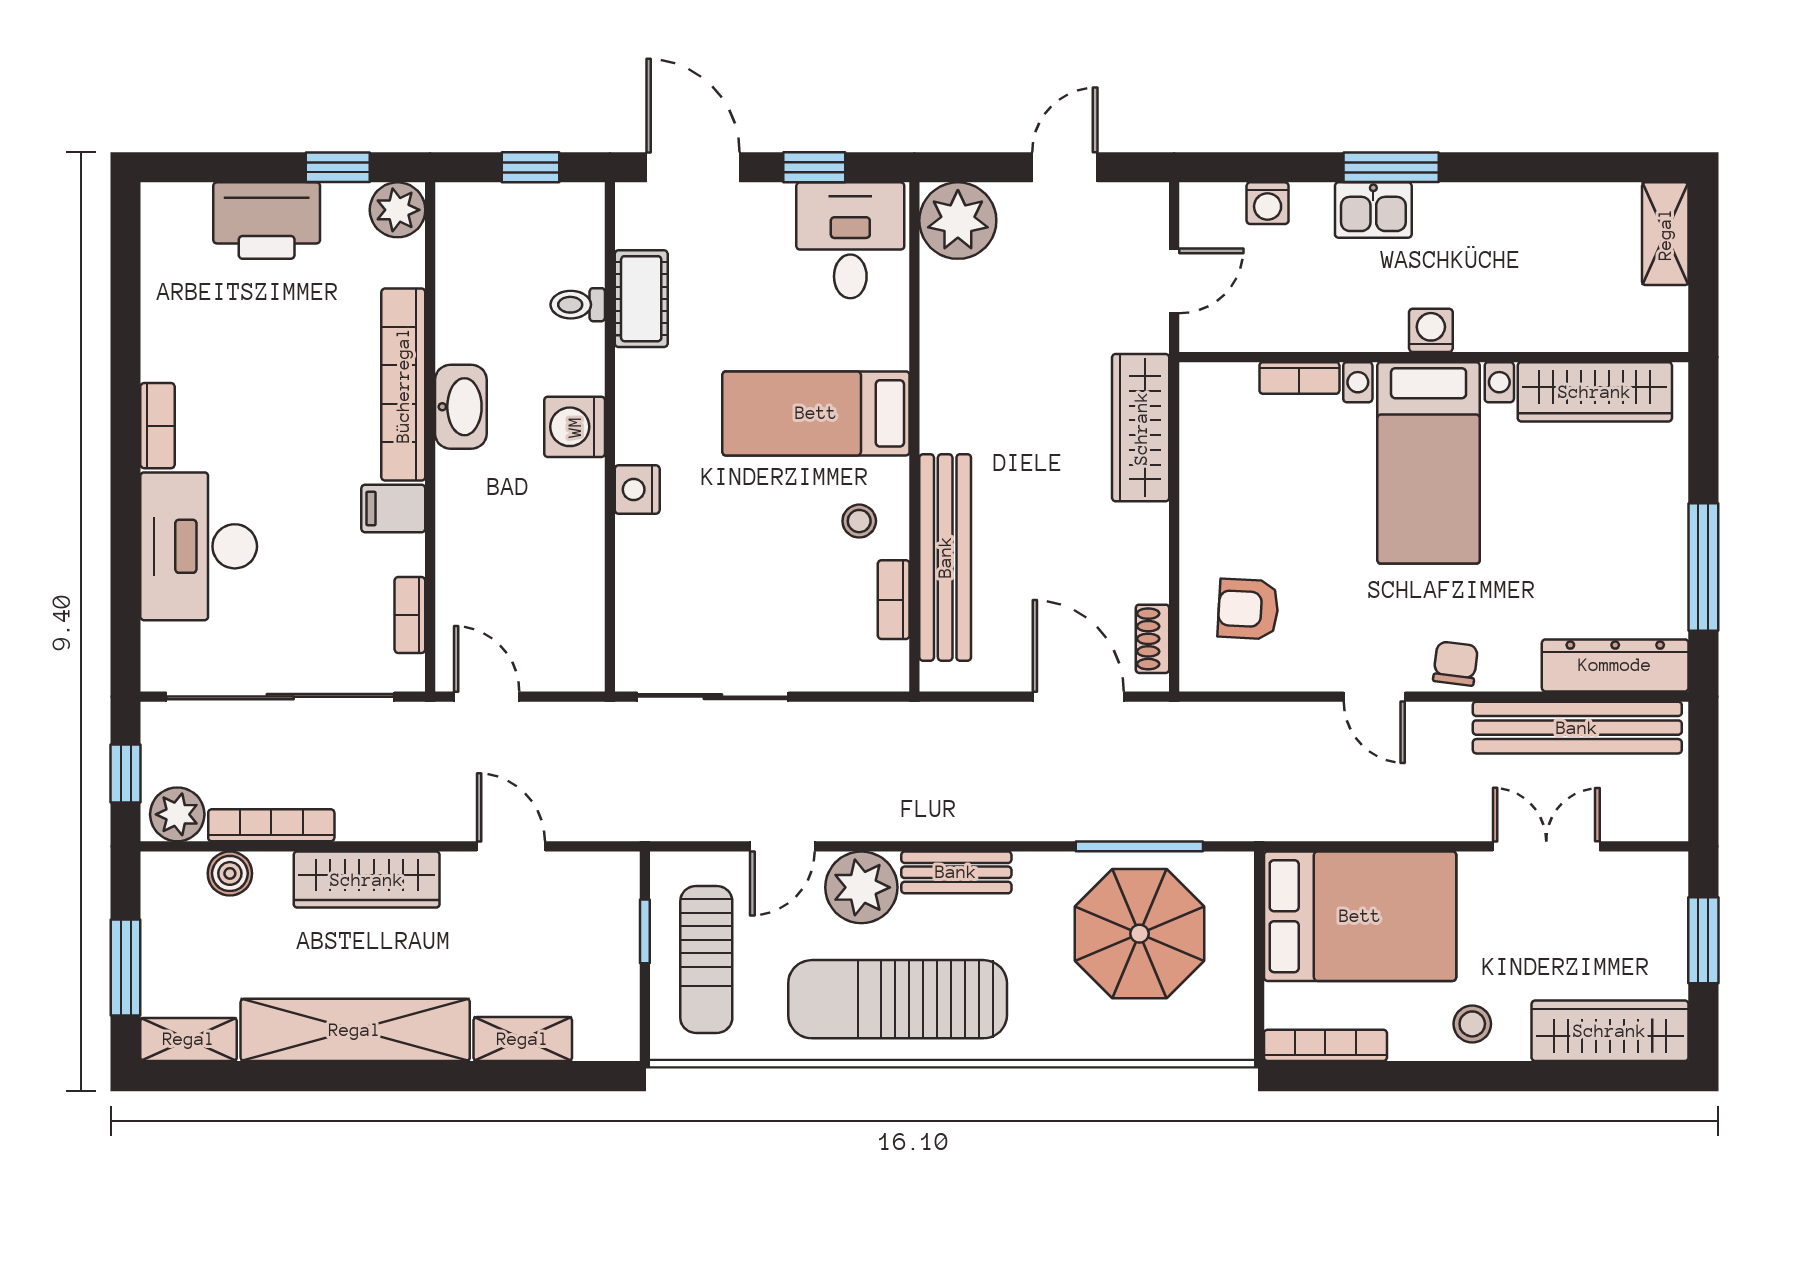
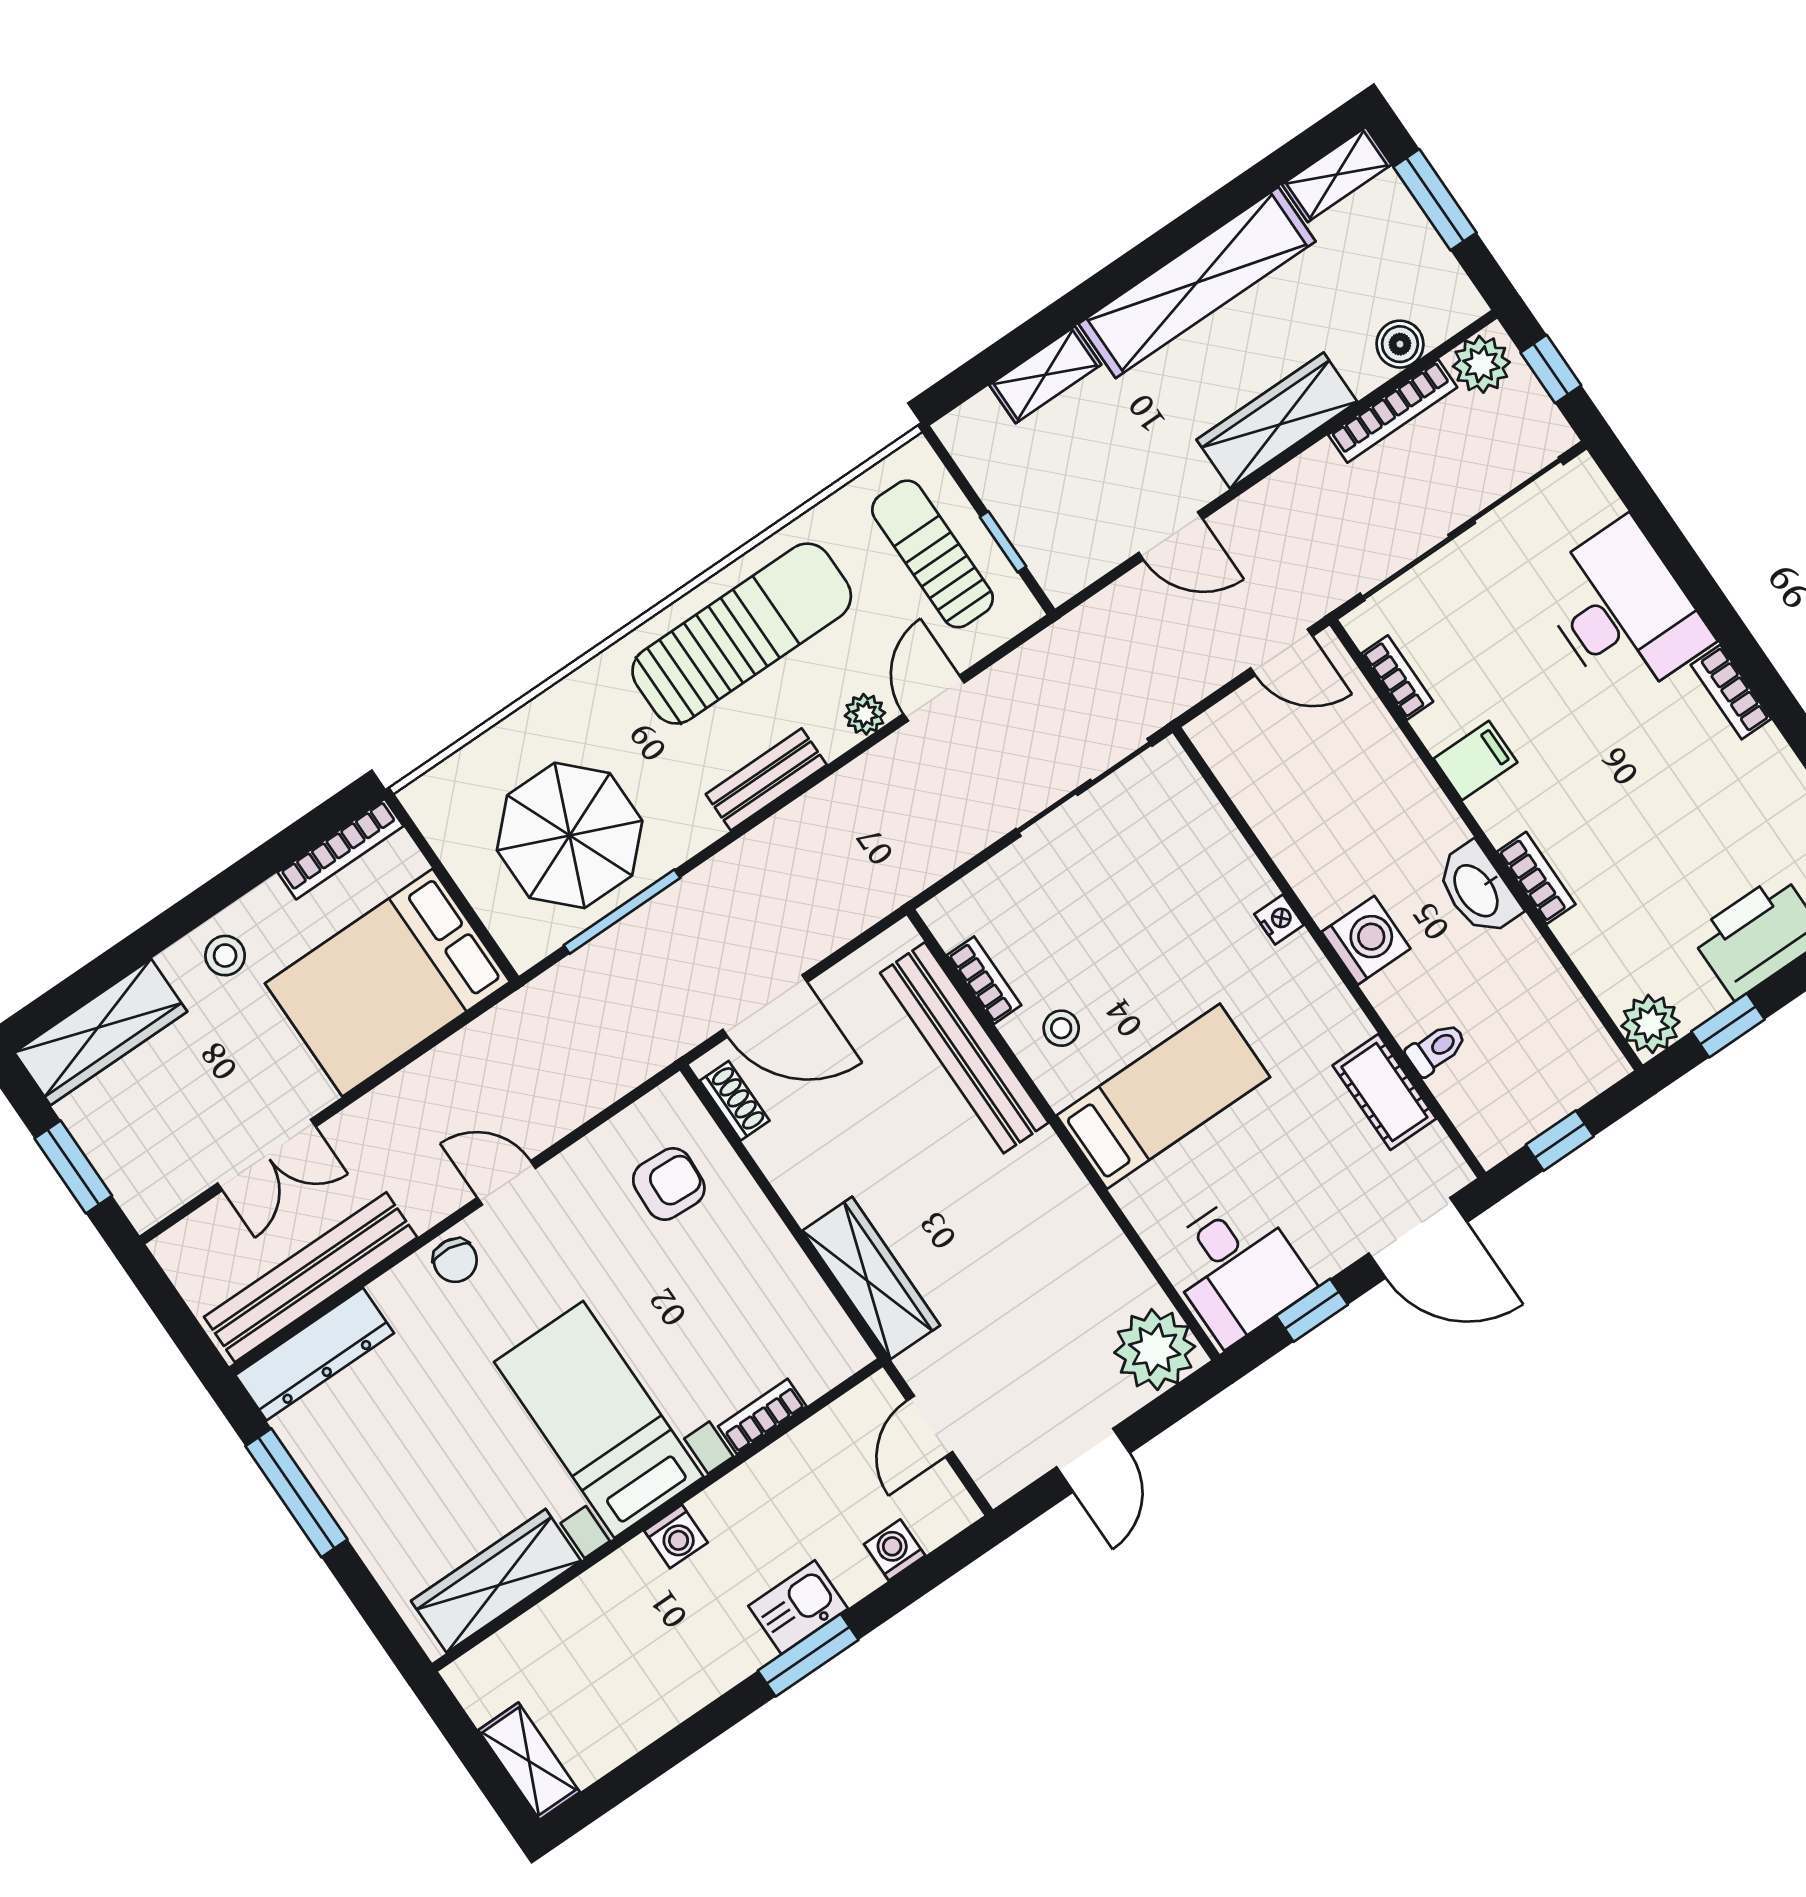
bookcase: (403, 385) -> (1536, 878), width x0.43, depth x0.76
nightstand: (637, 489) -> (1279, 920), width x0.72, depth x0.74
plant: (861, 887) -> (865, 714), width x0.53, depth x0.53

